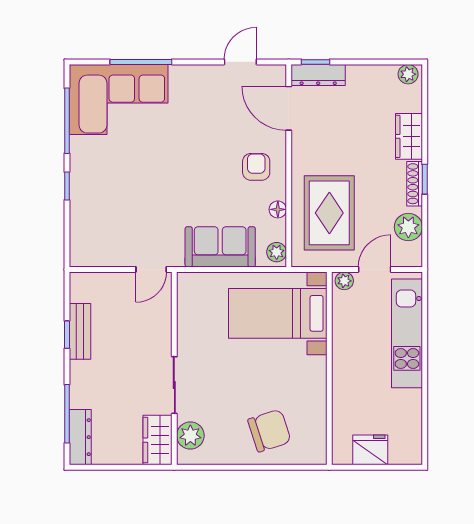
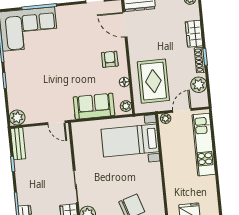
plant: (83, 253) -> (17, 118), added
door: (151, 269) -> (56, 123), hinge flipped
bench: (80, 331) -> (18, 144), moved

